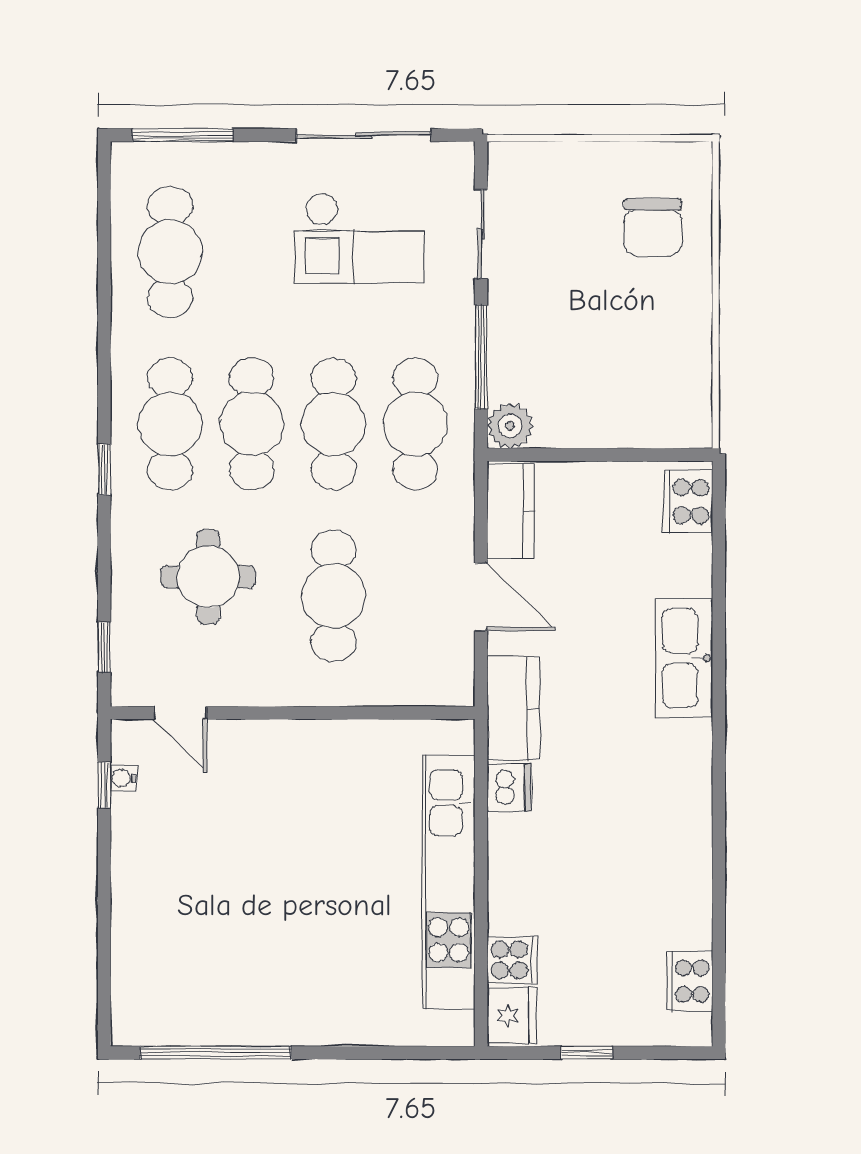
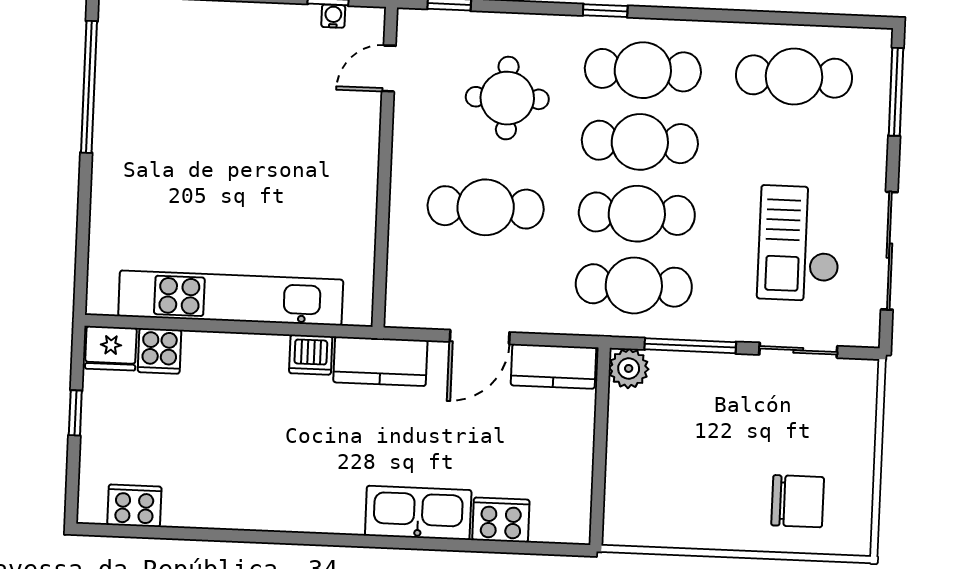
chair: (653, 227) -> (798, 501), turned 180
cooker: (688, 501) -> (501, 520), moved

